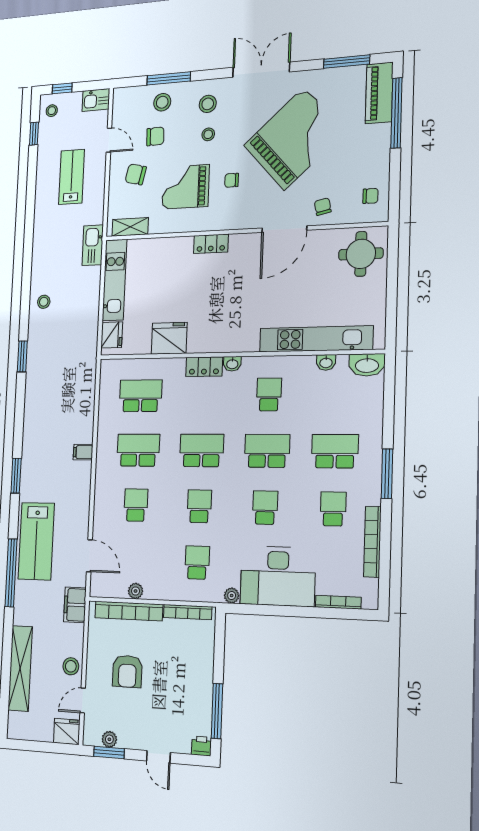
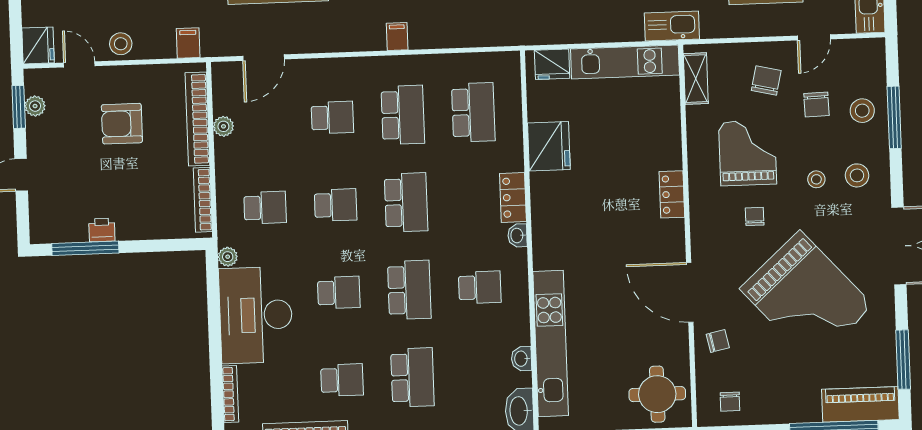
filing cabinet: (75, 605) -> (188, 43), width x0.50
printer: (201, 746) -> (102, 230), moved, turned -90

